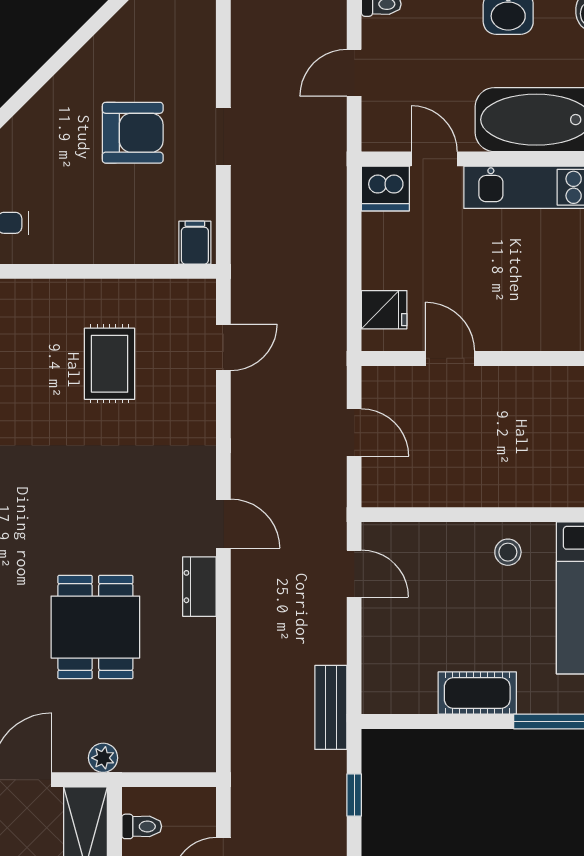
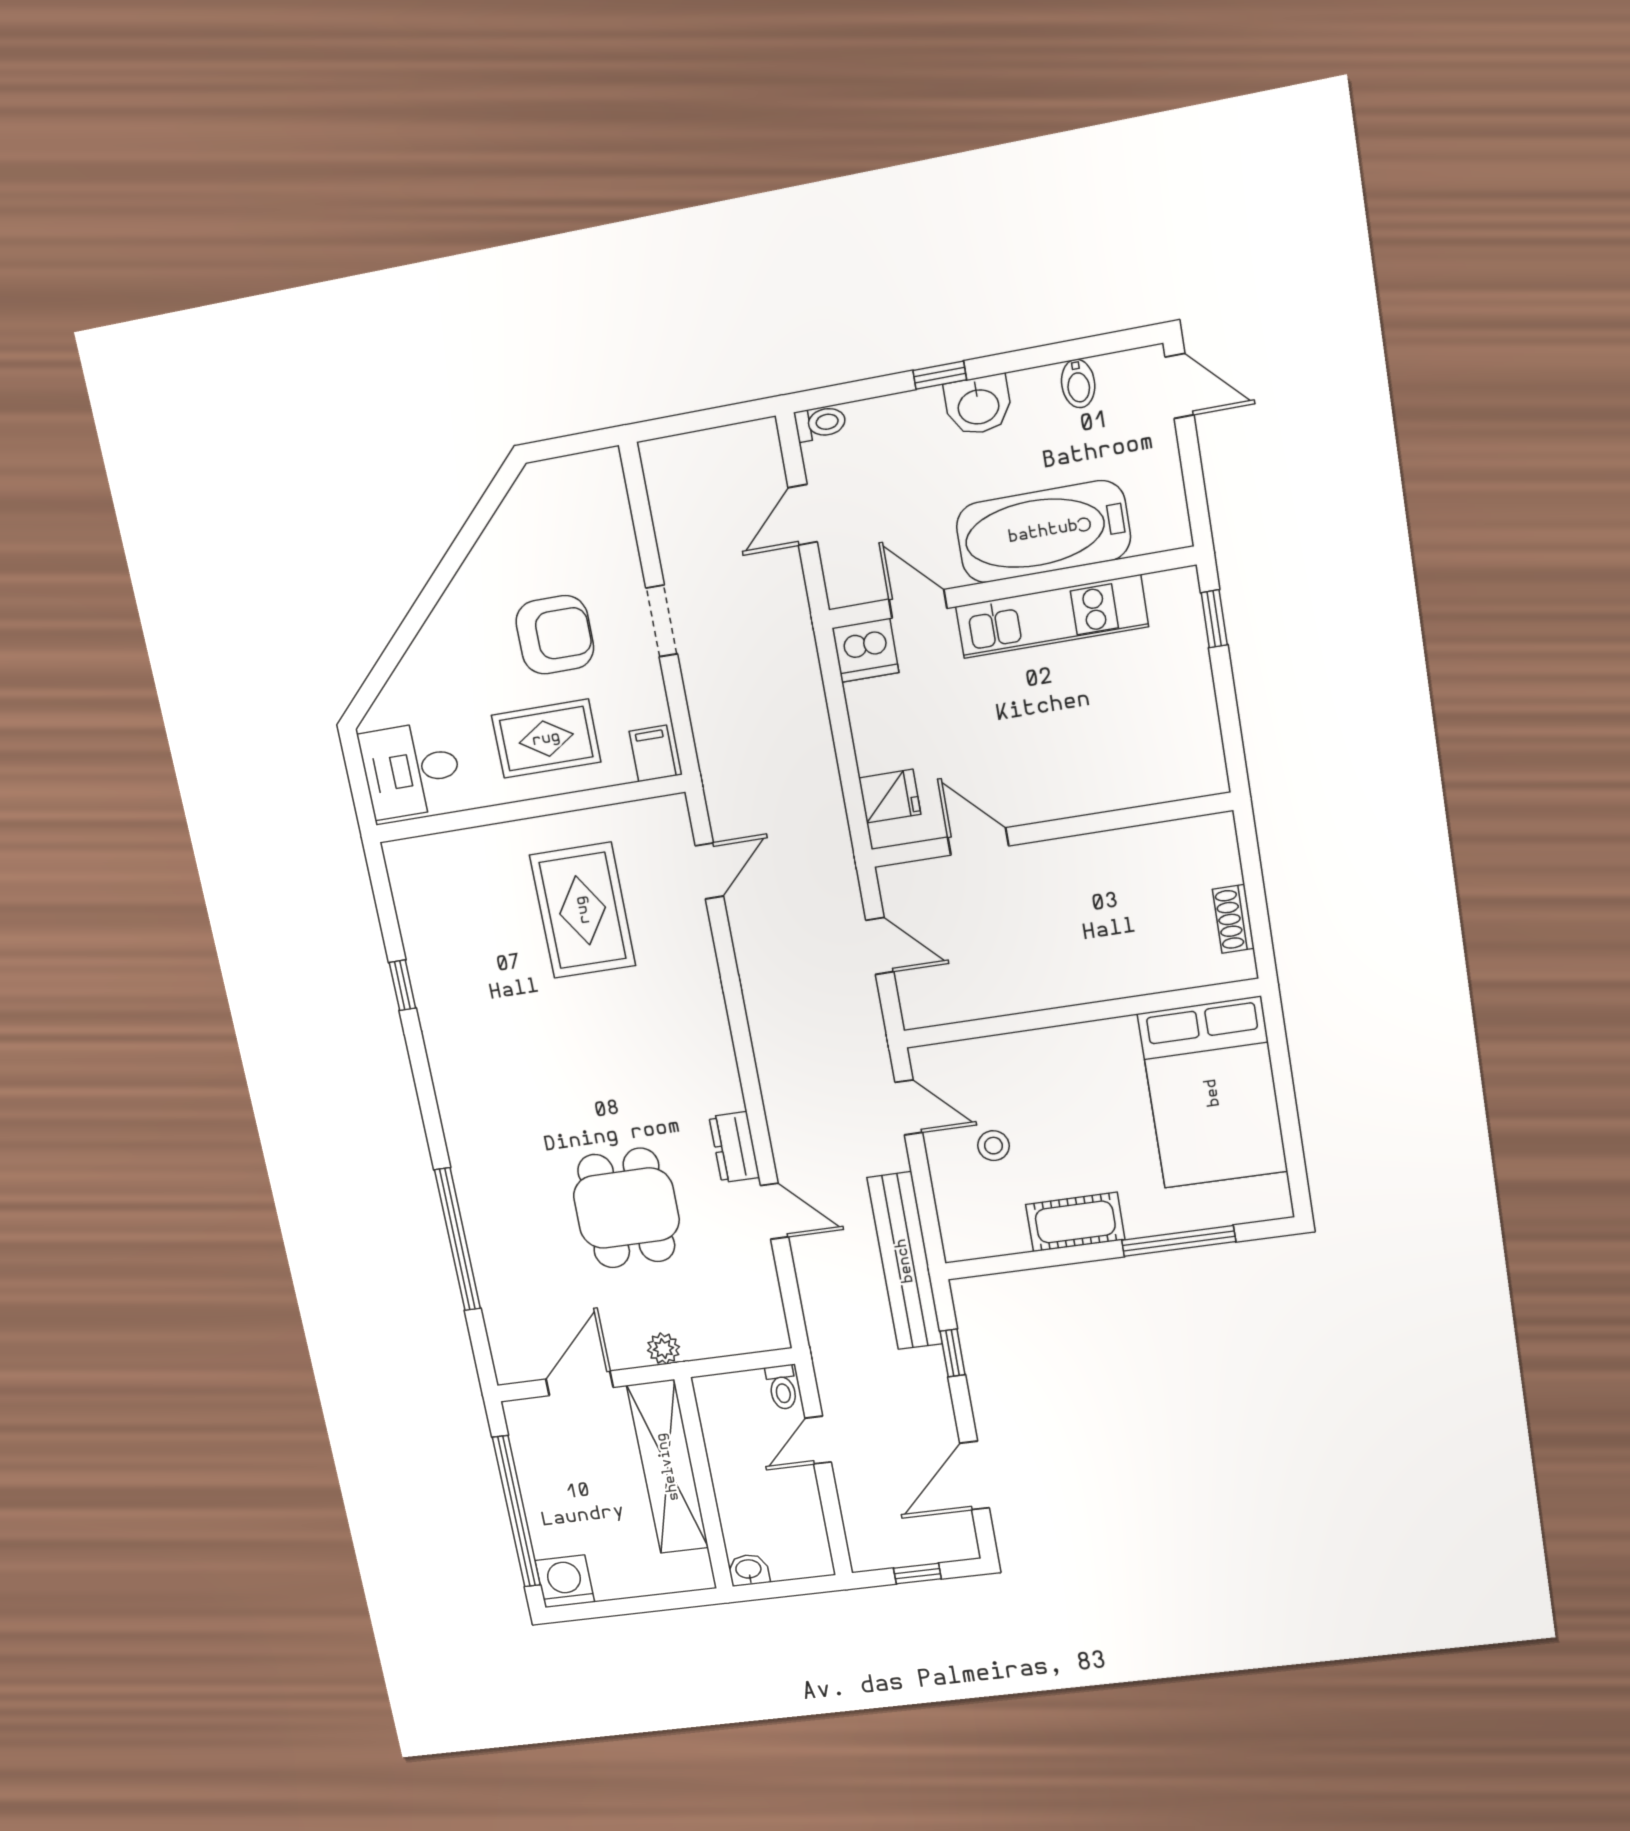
rug: (108, 216) -> (546, 739), added
rug: (110, 364) -> (583, 910), width x1.36, depth x1.43
door: (223, 524) -> (774, 1211), moved
stool: (508, 552) -> (993, 1146), moved
bench: (331, 707) -> (905, 1261), width x1.86, depth x1.21
toilet: (142, 826) -> (782, 1387), moved, turned 90

